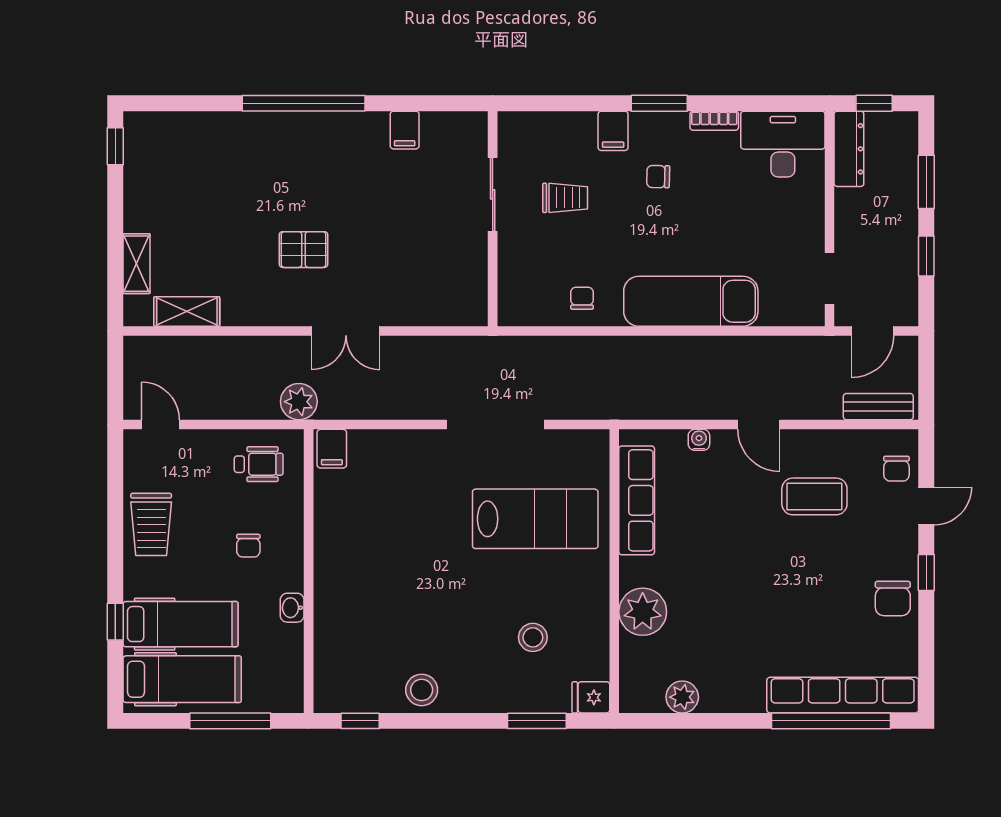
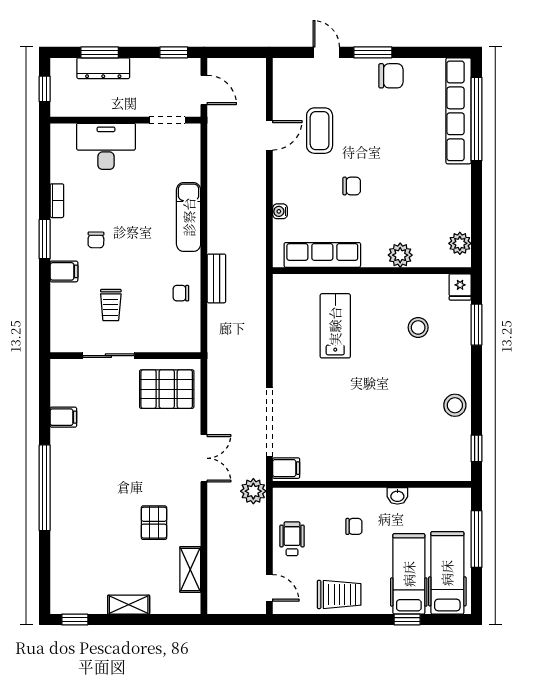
desk: (783, 144) -> (106, 146), moved, turned 90
dresser: (849, 149) -> (103, 68), moved, turned 180
trolley: (565, 198) -> (111, 305), turned 180
pallet: (304, 250) -> (154, 523), moved
window: (926, 256) -> (174, 52), moved
shelving: (136, 264) -> (129, 605), moved
pallet: (445, 278) -> (167, 389), added
exam couch: (691, 301) -> (189, 217), width x0.73, depth x0.69
bench: (878, 407) -> (216, 278), moved
door: (161, 425) -> (269, 588), swing flipped
doorway: (495, 425) -> (269, 422), moved
door: (759, 425) -> (269, 135), moved
wheelchair: (259, 464) -> (292, 539), moved
chair: (896, 469) -> (352, 186), moved
lab bench: (535, 519) -> (335, 326), width x0.73, depth x0.72
window: (926, 573) -> (373, 52), width x1.50
plant: (643, 612) -> (400, 255), width x0.73, depth x0.73
plant: (682, 697) -> (460, 243), moved

